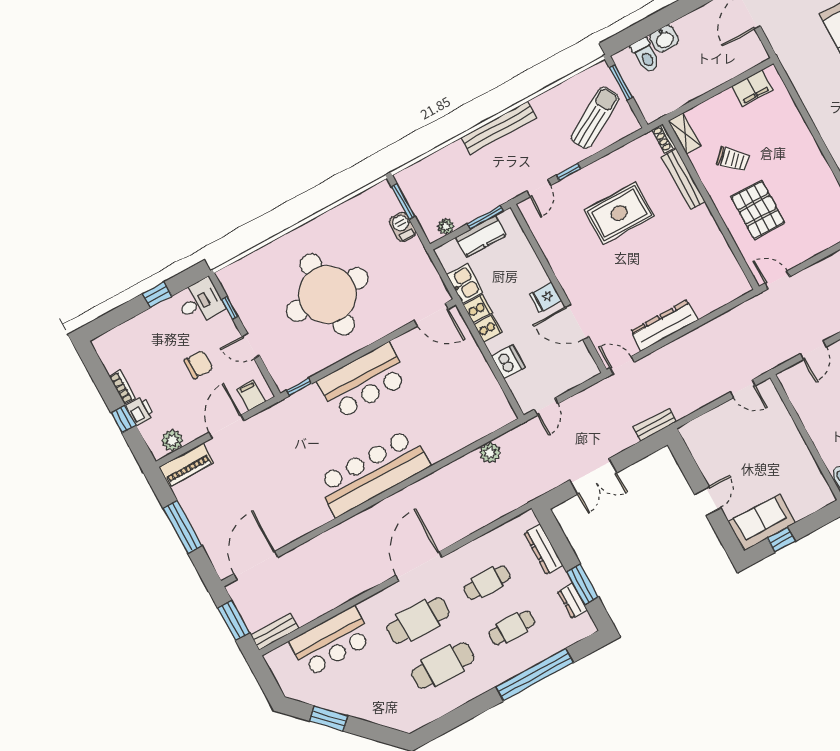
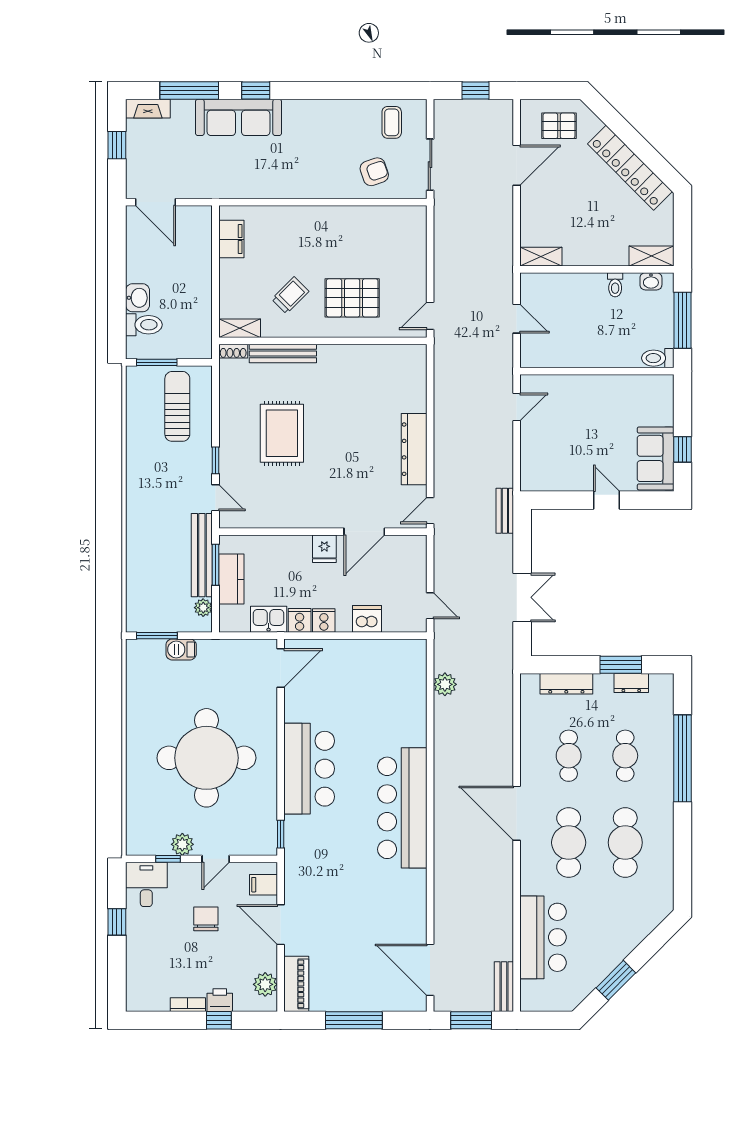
sun lounger: (595, 118) -> (177, 406), turned 30
bench: (499, 128) -> (202, 555), moved
plant: (248, 313) -> (182, 844), added

